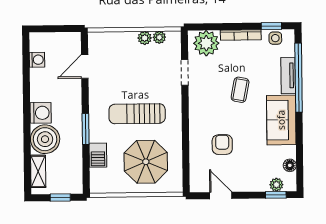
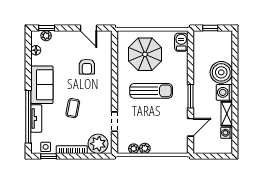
window: (86, 129) -> (190, 96), moved
barbecue: (98, 155) -> (181, 42), moved
shelving: (38, 171) -> (227, 114), moved

